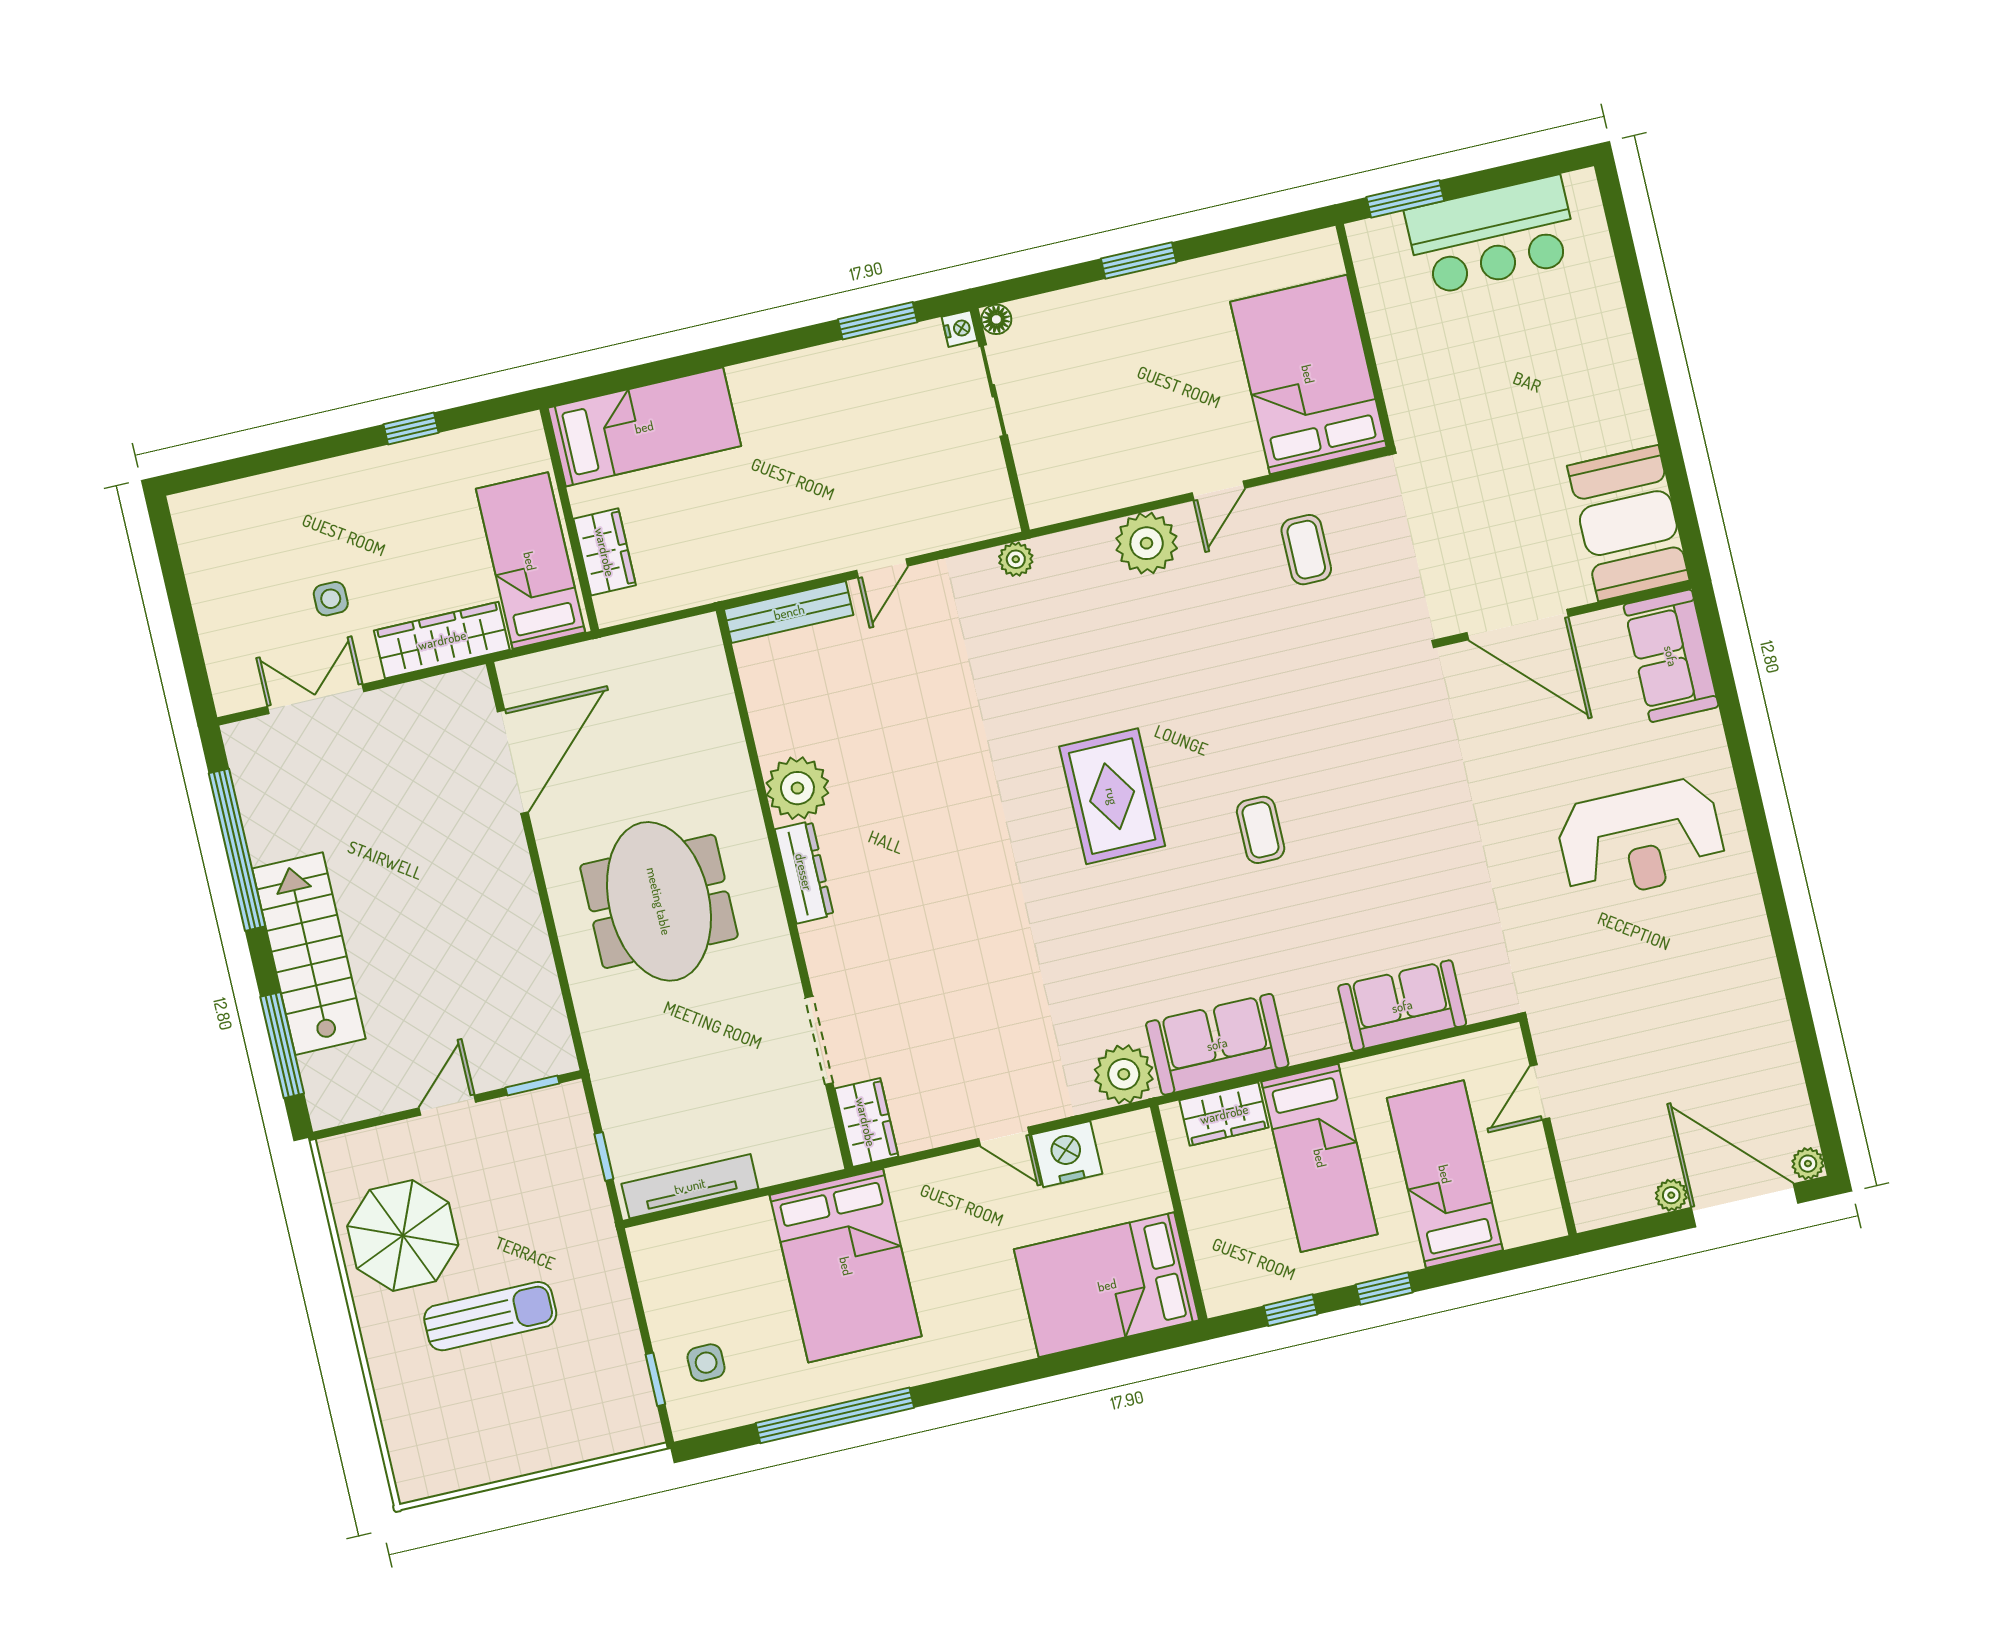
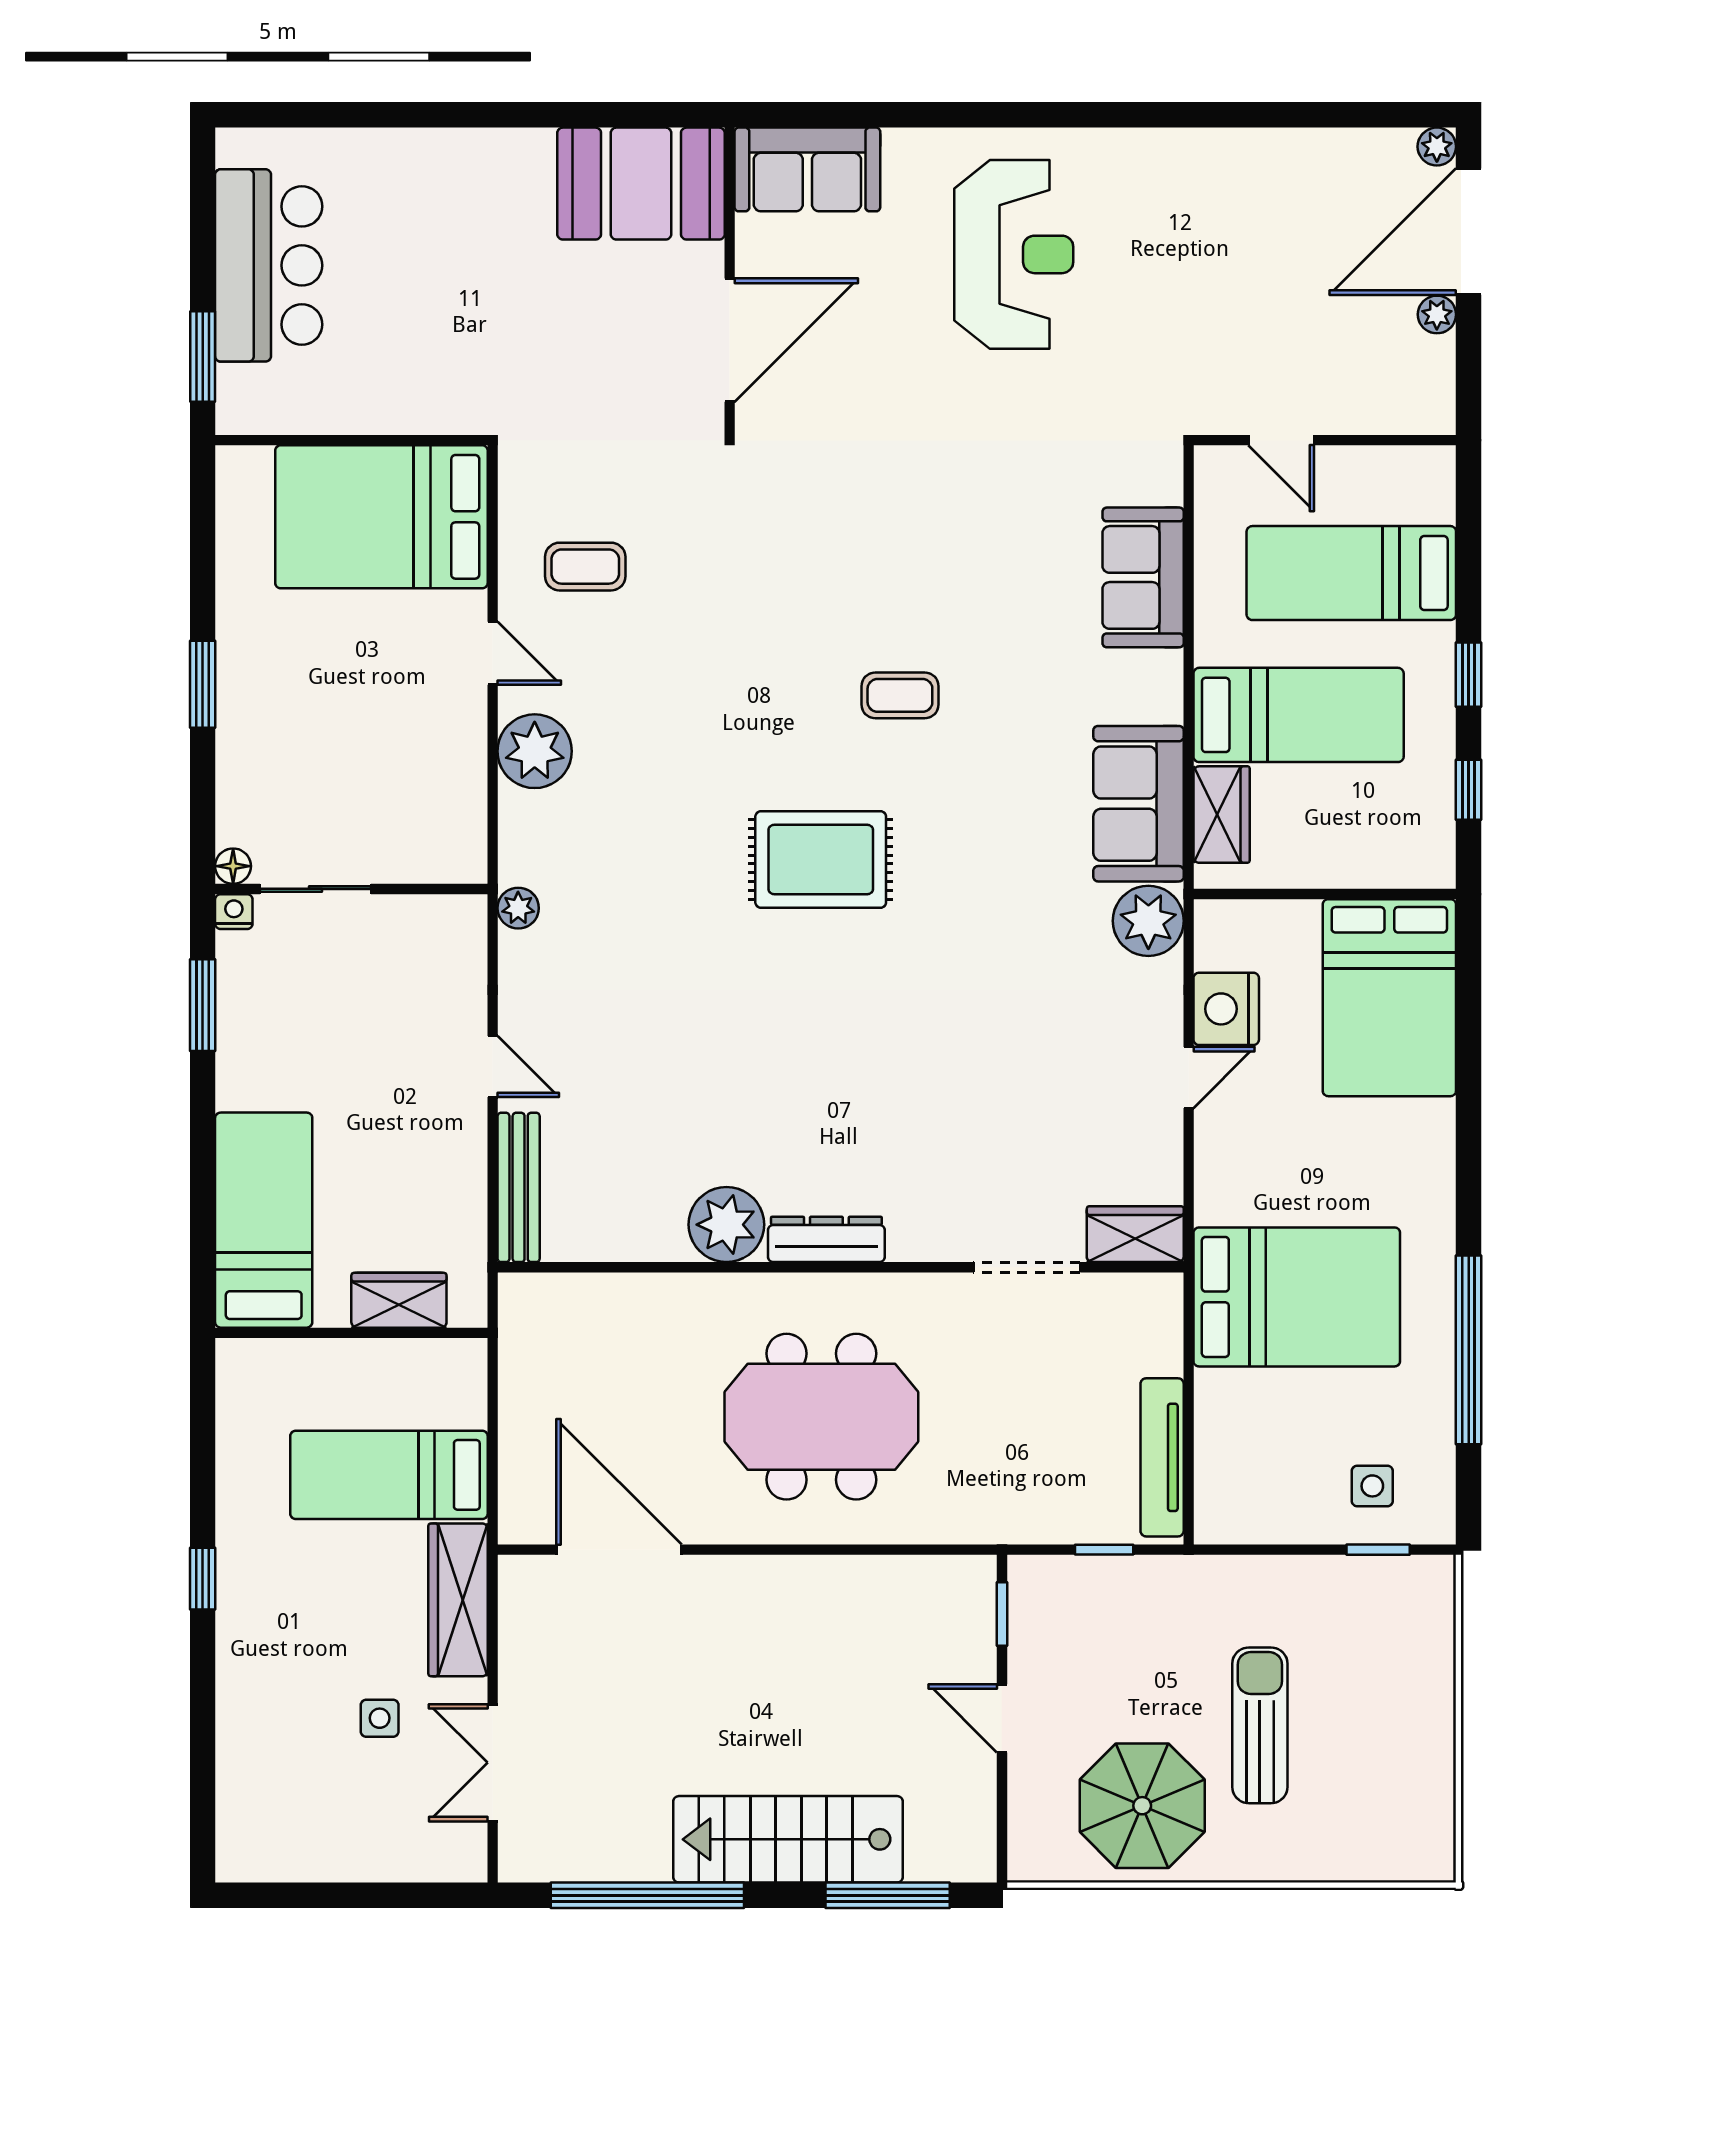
bed: (644, 427) -> (264, 1220), moved
wall: (569, 519) -> (351, 1333), moved
wardrobe: (605, 552) -> (399, 1300), moved

